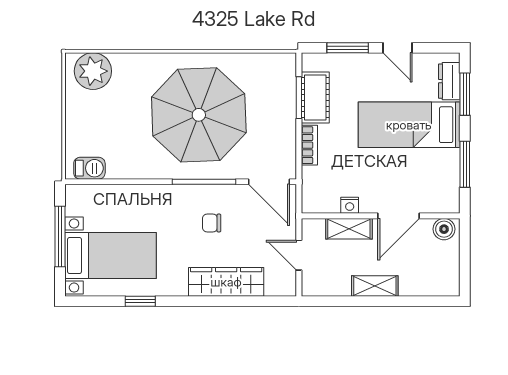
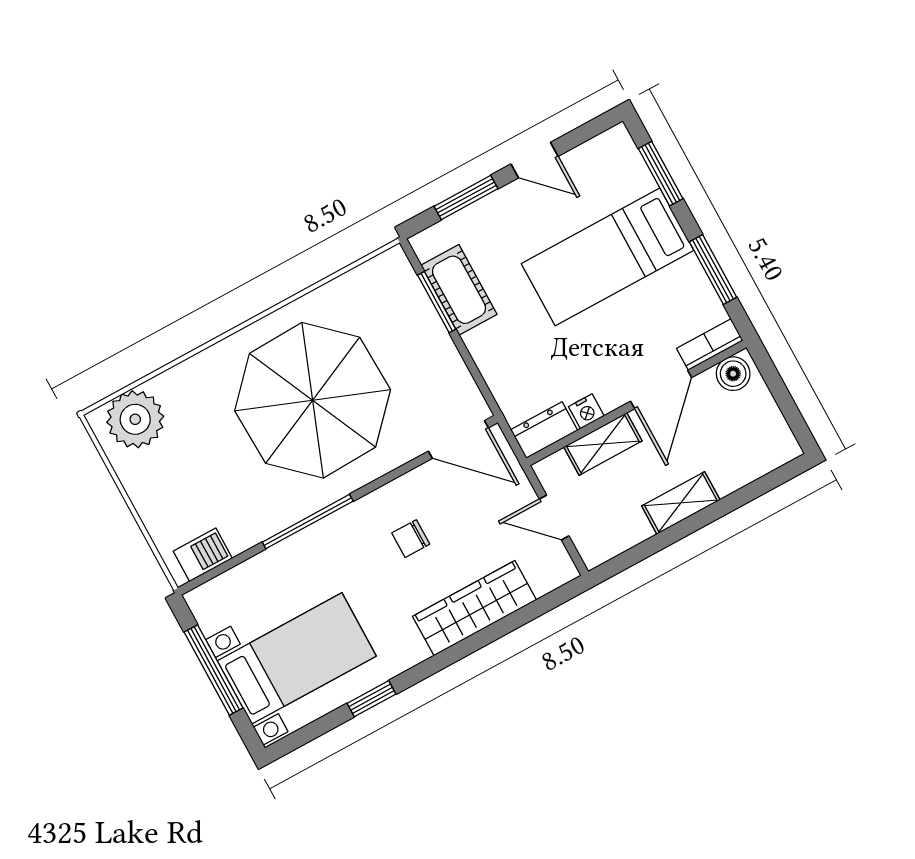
dresser: (449, 81) -> (544, 430), moved, turned 90
bookcase: (309, 145) -> (710, 344), moved, turned -90
window: (204, 182) -> (308, 522), moved

